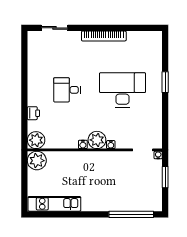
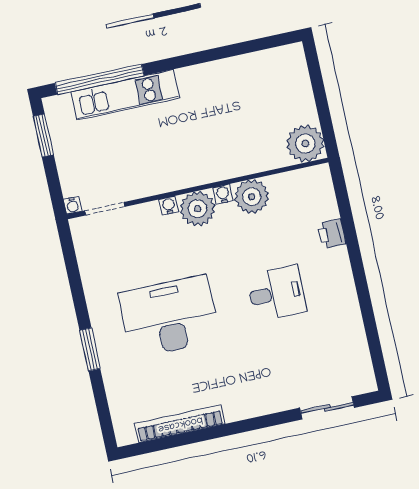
bookcase: (104, 36) -> (180, 424), moved
desk: (122, 90) -> (169, 317), turned 180
plant: (36, 140) -> (252, 197), moved
window: (165, 177) -> (43, 135), moved
kitchen unit: (54, 204) -> (125, 95), moved

